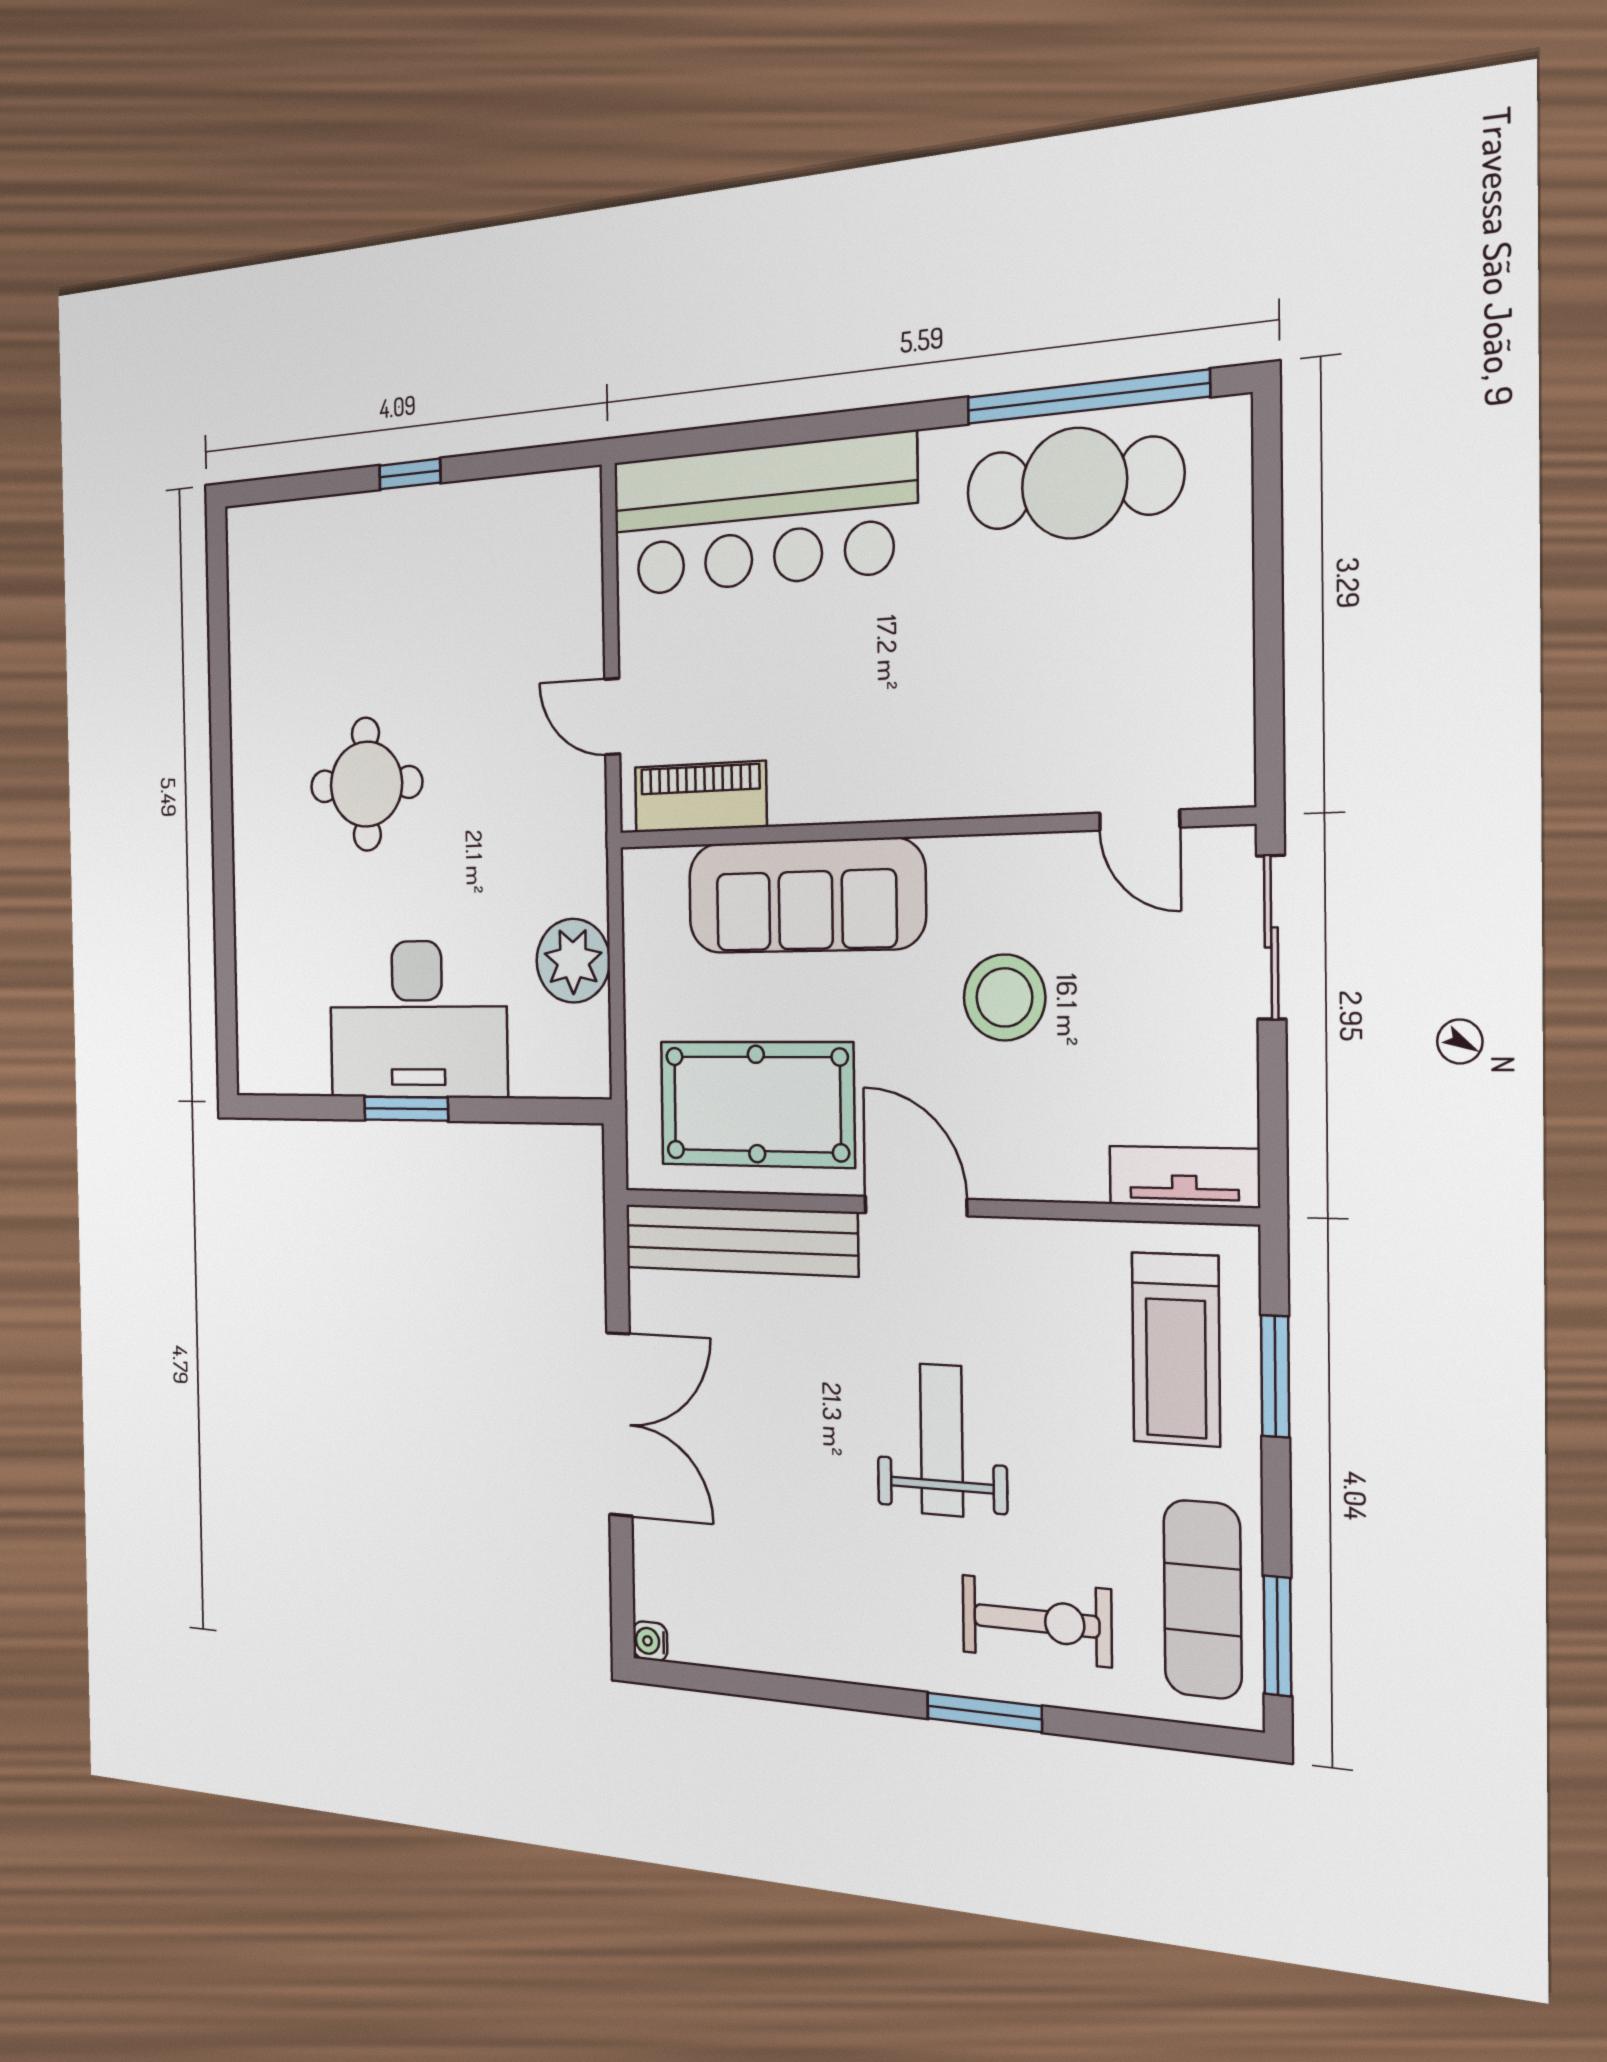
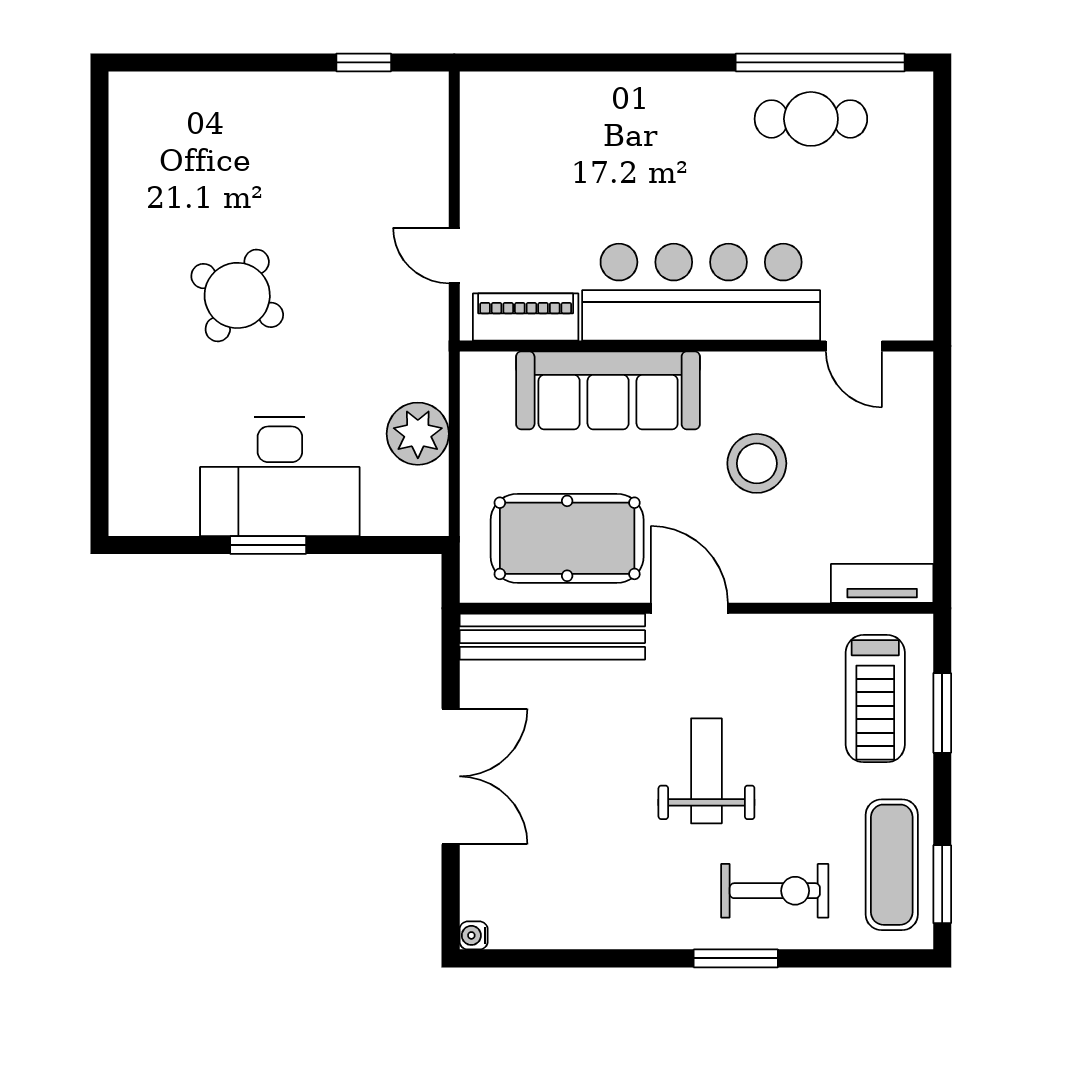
window: (410, 474) -> (364, 62), moved
cafe table: (1074, 483) -> (811, 119), width x0.73, depth x0.74
bar counter: (762, 515) -> (701, 292), moved, turned 180
round table: (366, 784) -> (237, 295), turned 30
sliding door: (1271, 937) -> (942, 426), removed

